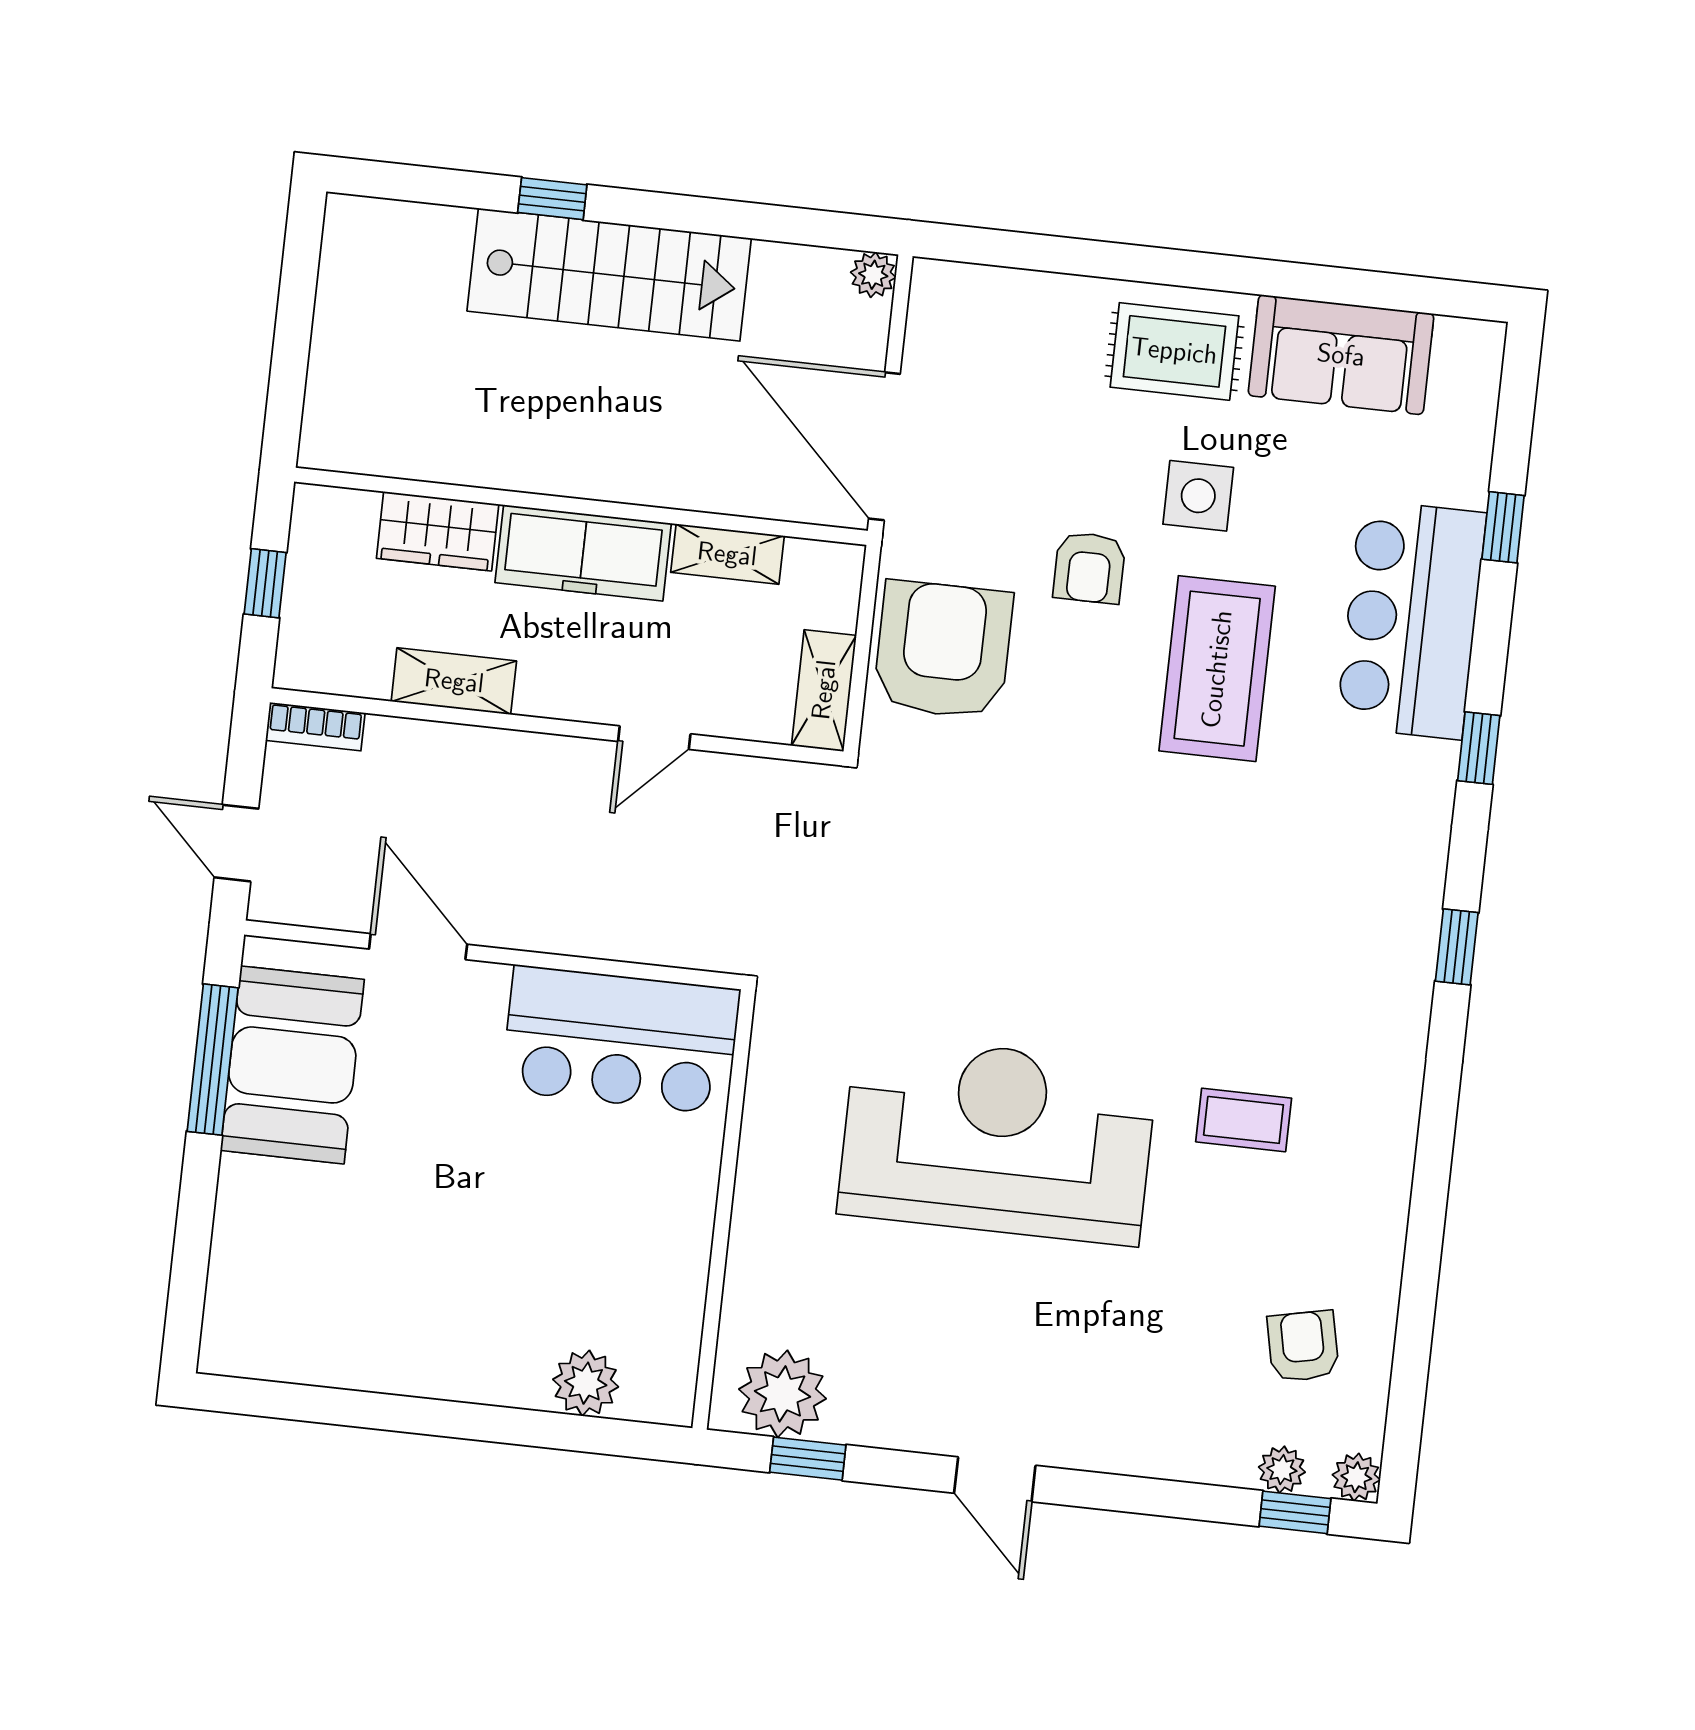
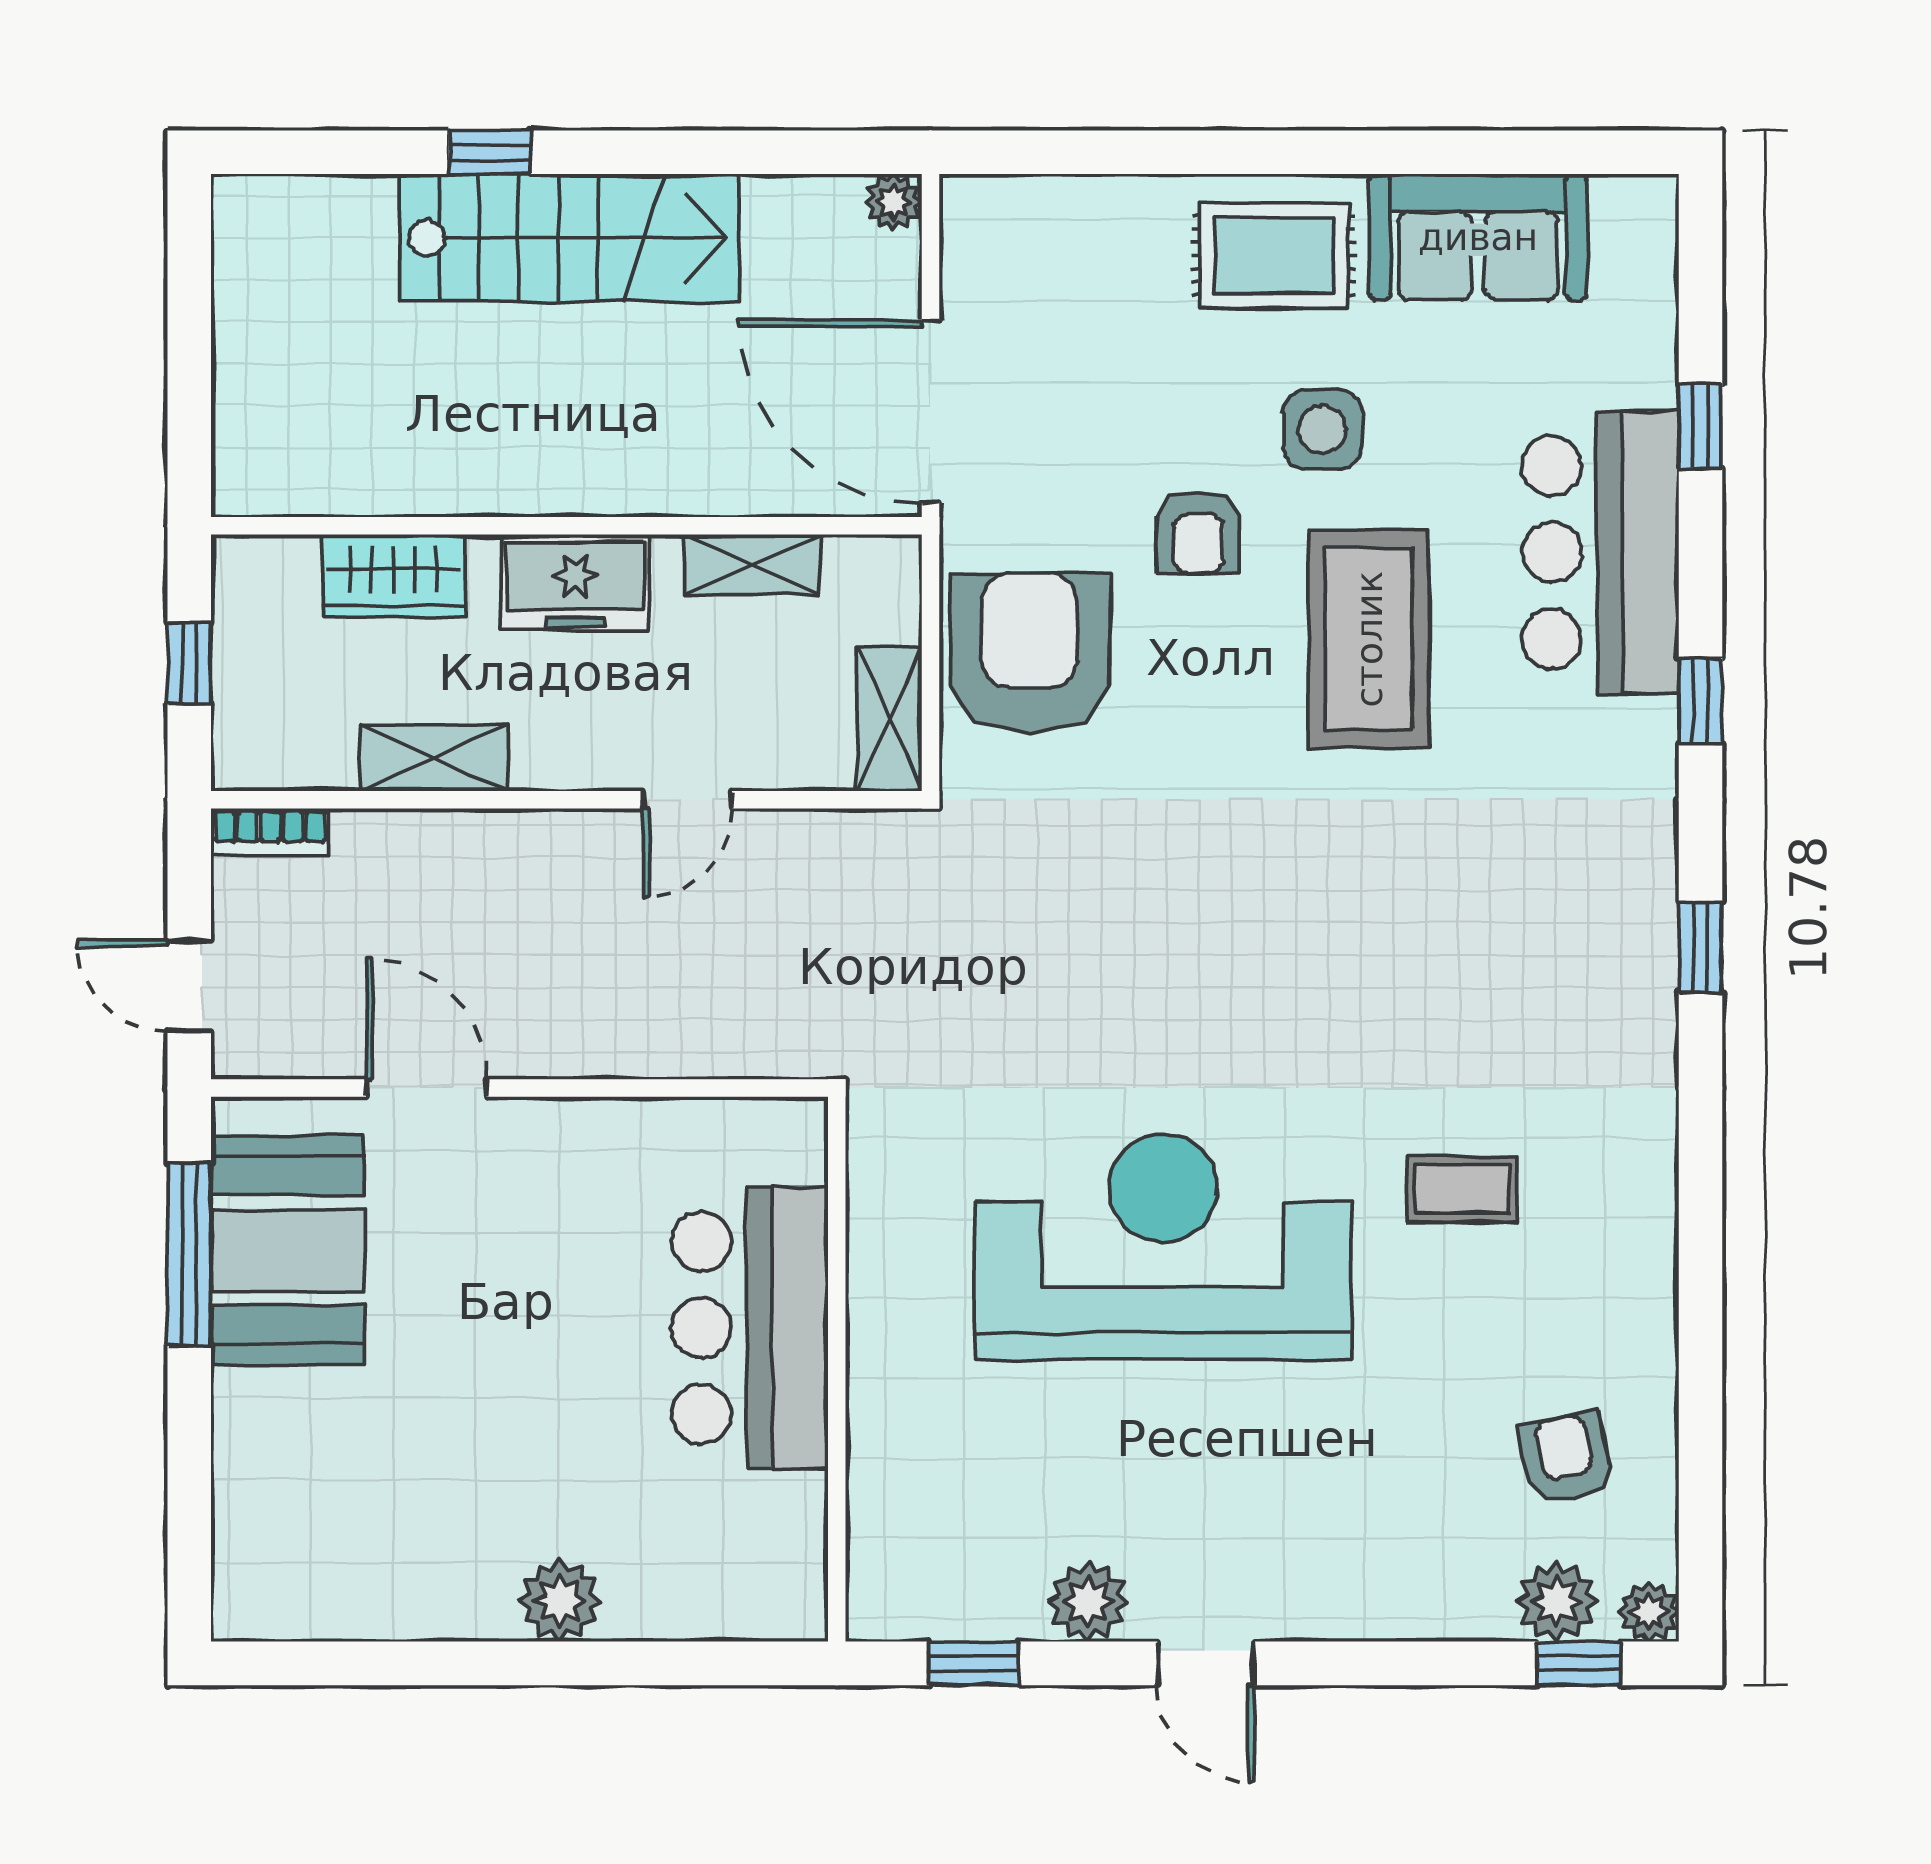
freezer: (583, 553) -> (575, 583), width x0.71
bar counter: (621, 1040) -> (750, 1328), moved, turned 90
plant: (586, 1383) -> (560, 1601), moved
plant: (783, 1394) -> (1088, 1602), moved, width x0.73, depth x0.73
plant: (1282, 1470) -> (1557, 1602), width x1.38, depth x1.38

